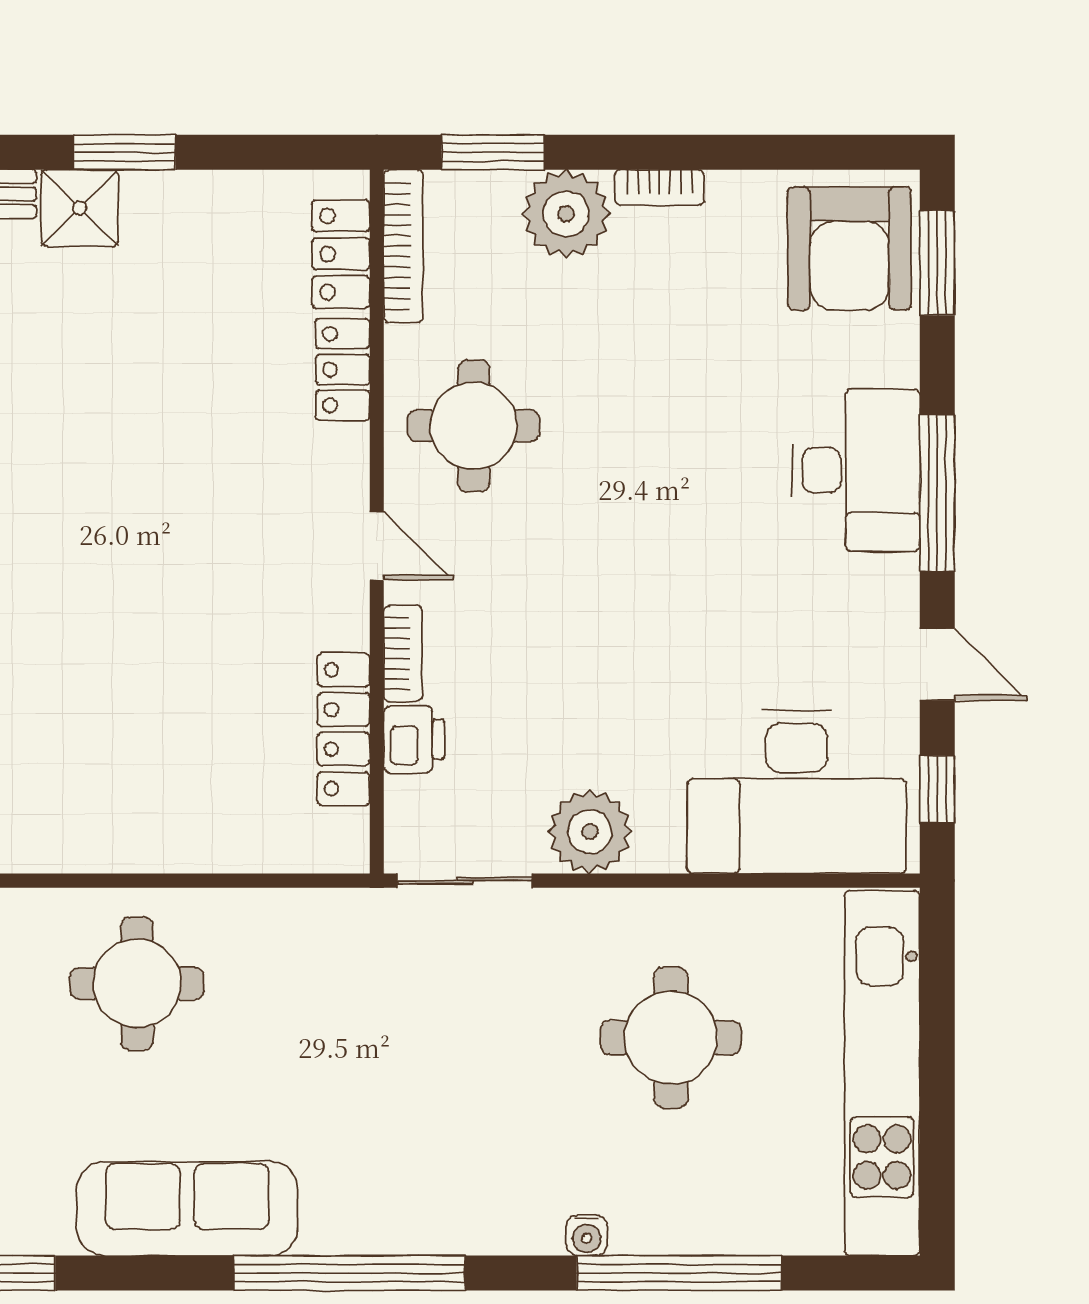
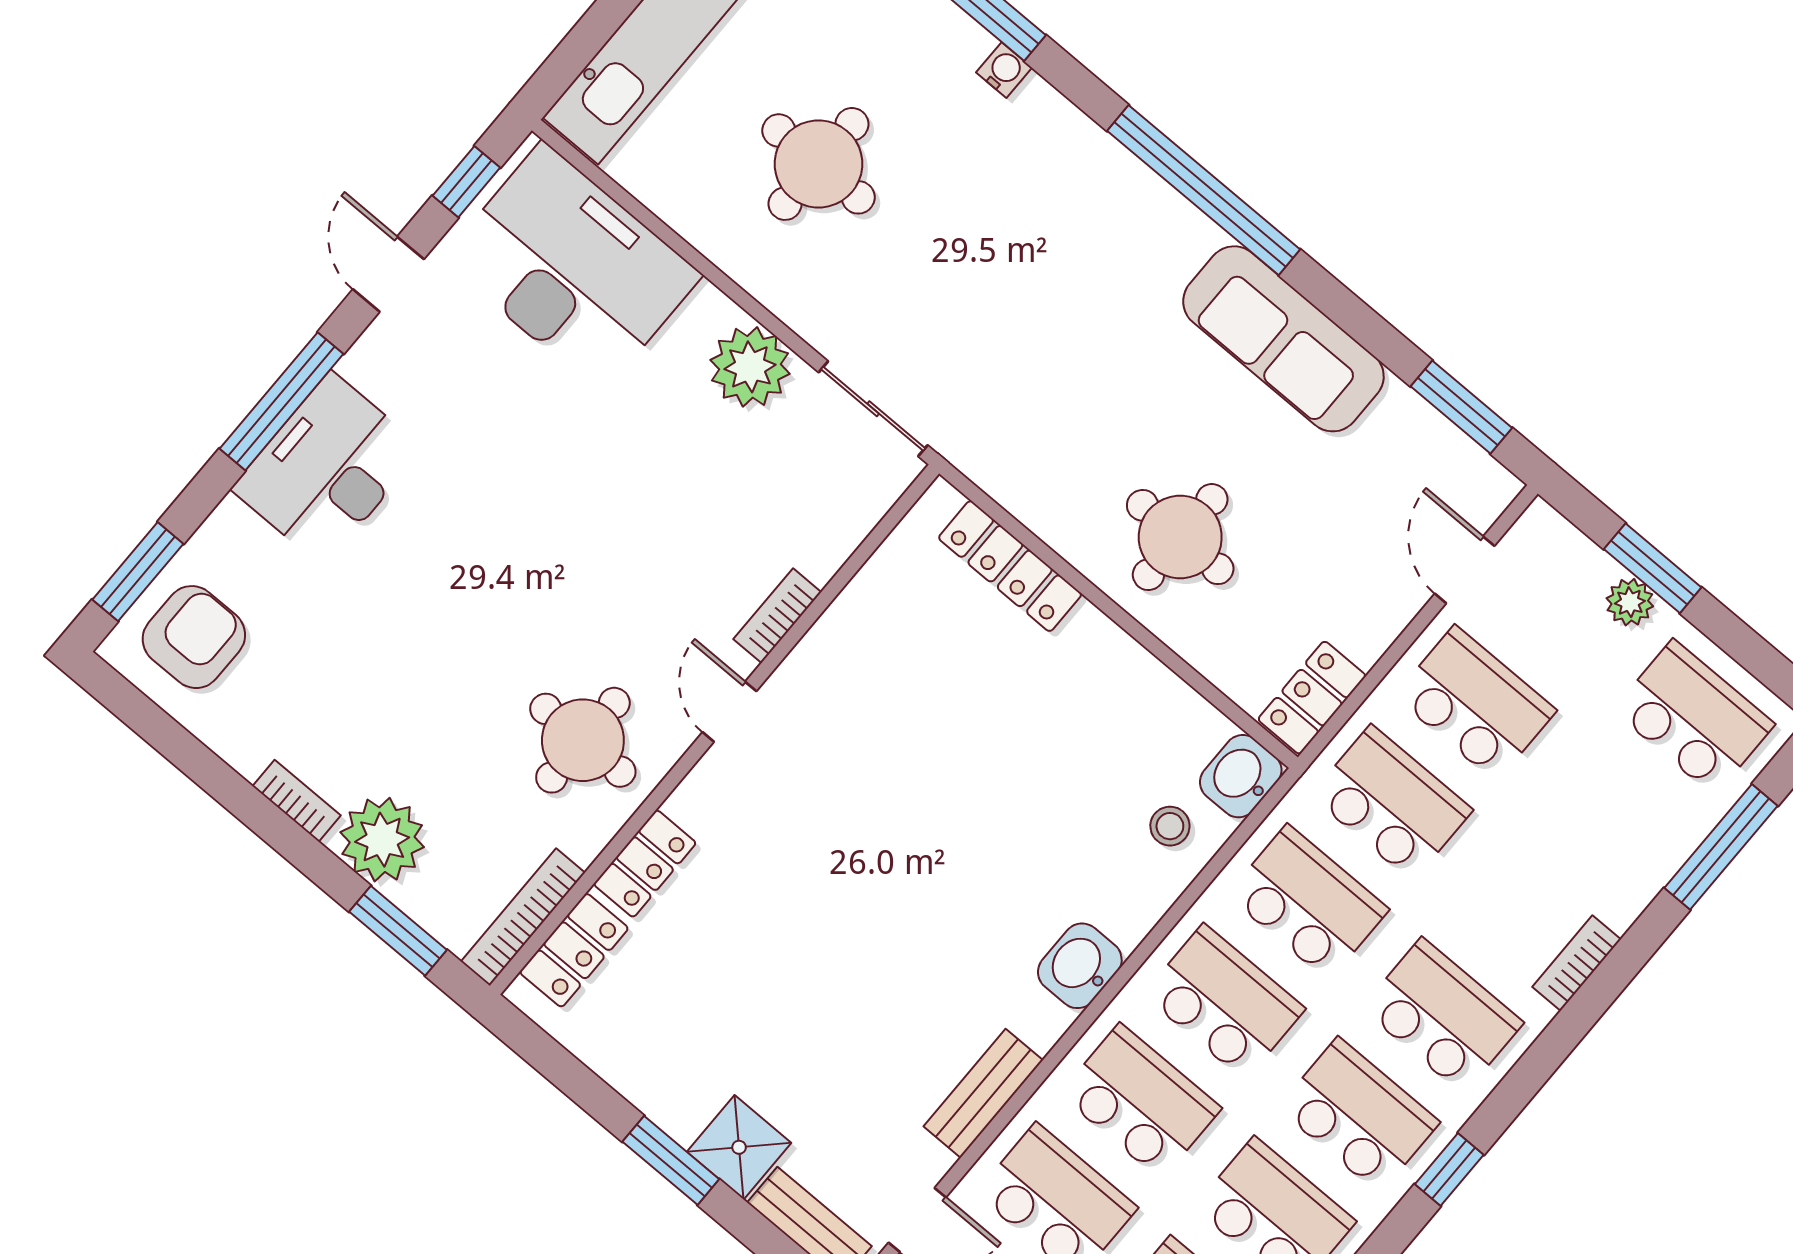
armchair: (849, 249) -> (194, 637), width x0.73, depth x0.73
locker: (344, 729) -> (1010, 566), moved, turned 90
printer: (414, 739) -> (823, 545), removed

